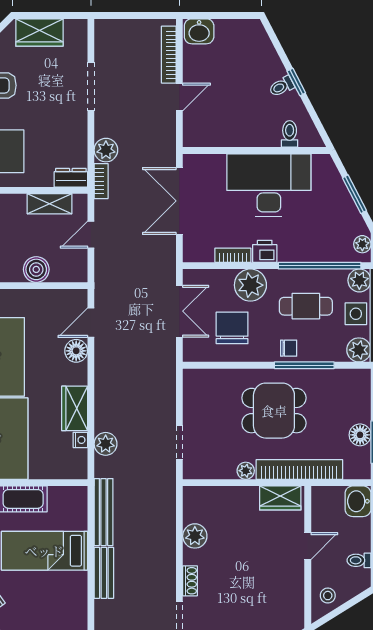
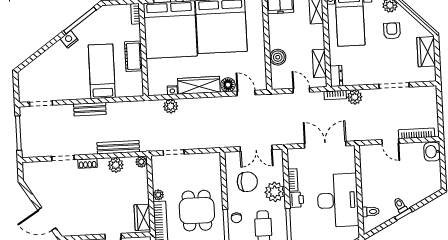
wardrobe: (75, 408) -> (199, 85), width x1.50
plant: (192, 495) -> (141, 162), added
bench: (104, 512) -> (118, 147), moved

